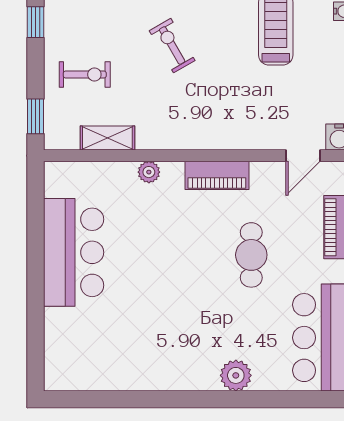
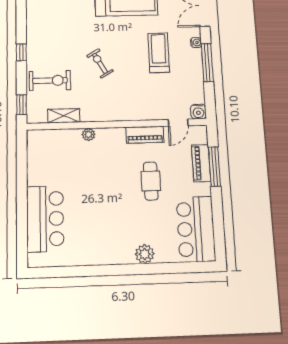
exercise bike: (85, 75) -> (50, 81), width x1.38, depth x1.39
piano: (217, 175) -> (145, 135), moved
bar counter: (74, 252) -> (45, 219), moved

